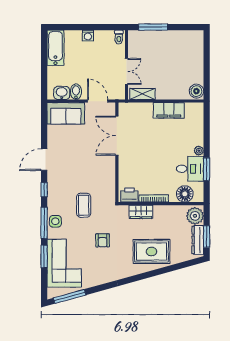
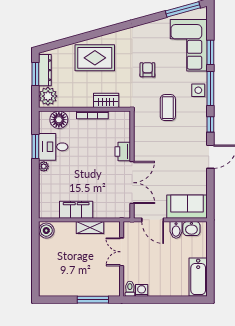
washing machine: (88, 36) -> (142, 290), moved
shelving: (143, 94) -> (90, 227), moved
printer: (129, 195) -> (123, 151), moved, turned 90

